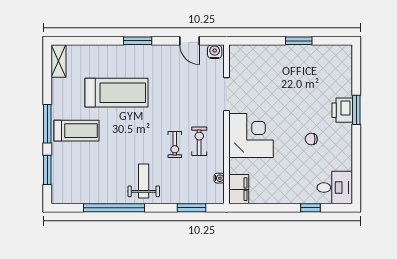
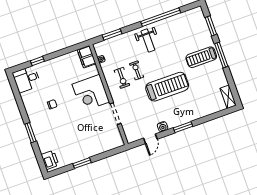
door: (190, 41) -> (150, 139), swing flipped
water cooler: (215, 52) -> (163, 127), moved
treadmill: (116, 93) -> (167, 87), moved, turned 180
printer: (342, 110) -> (50, 160), moved

